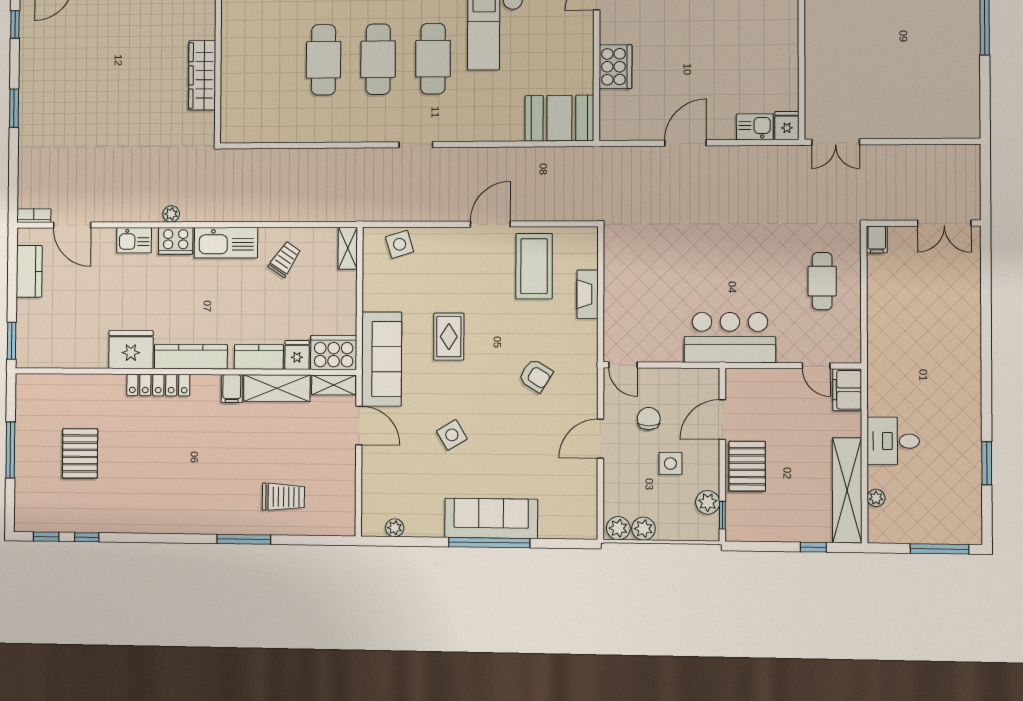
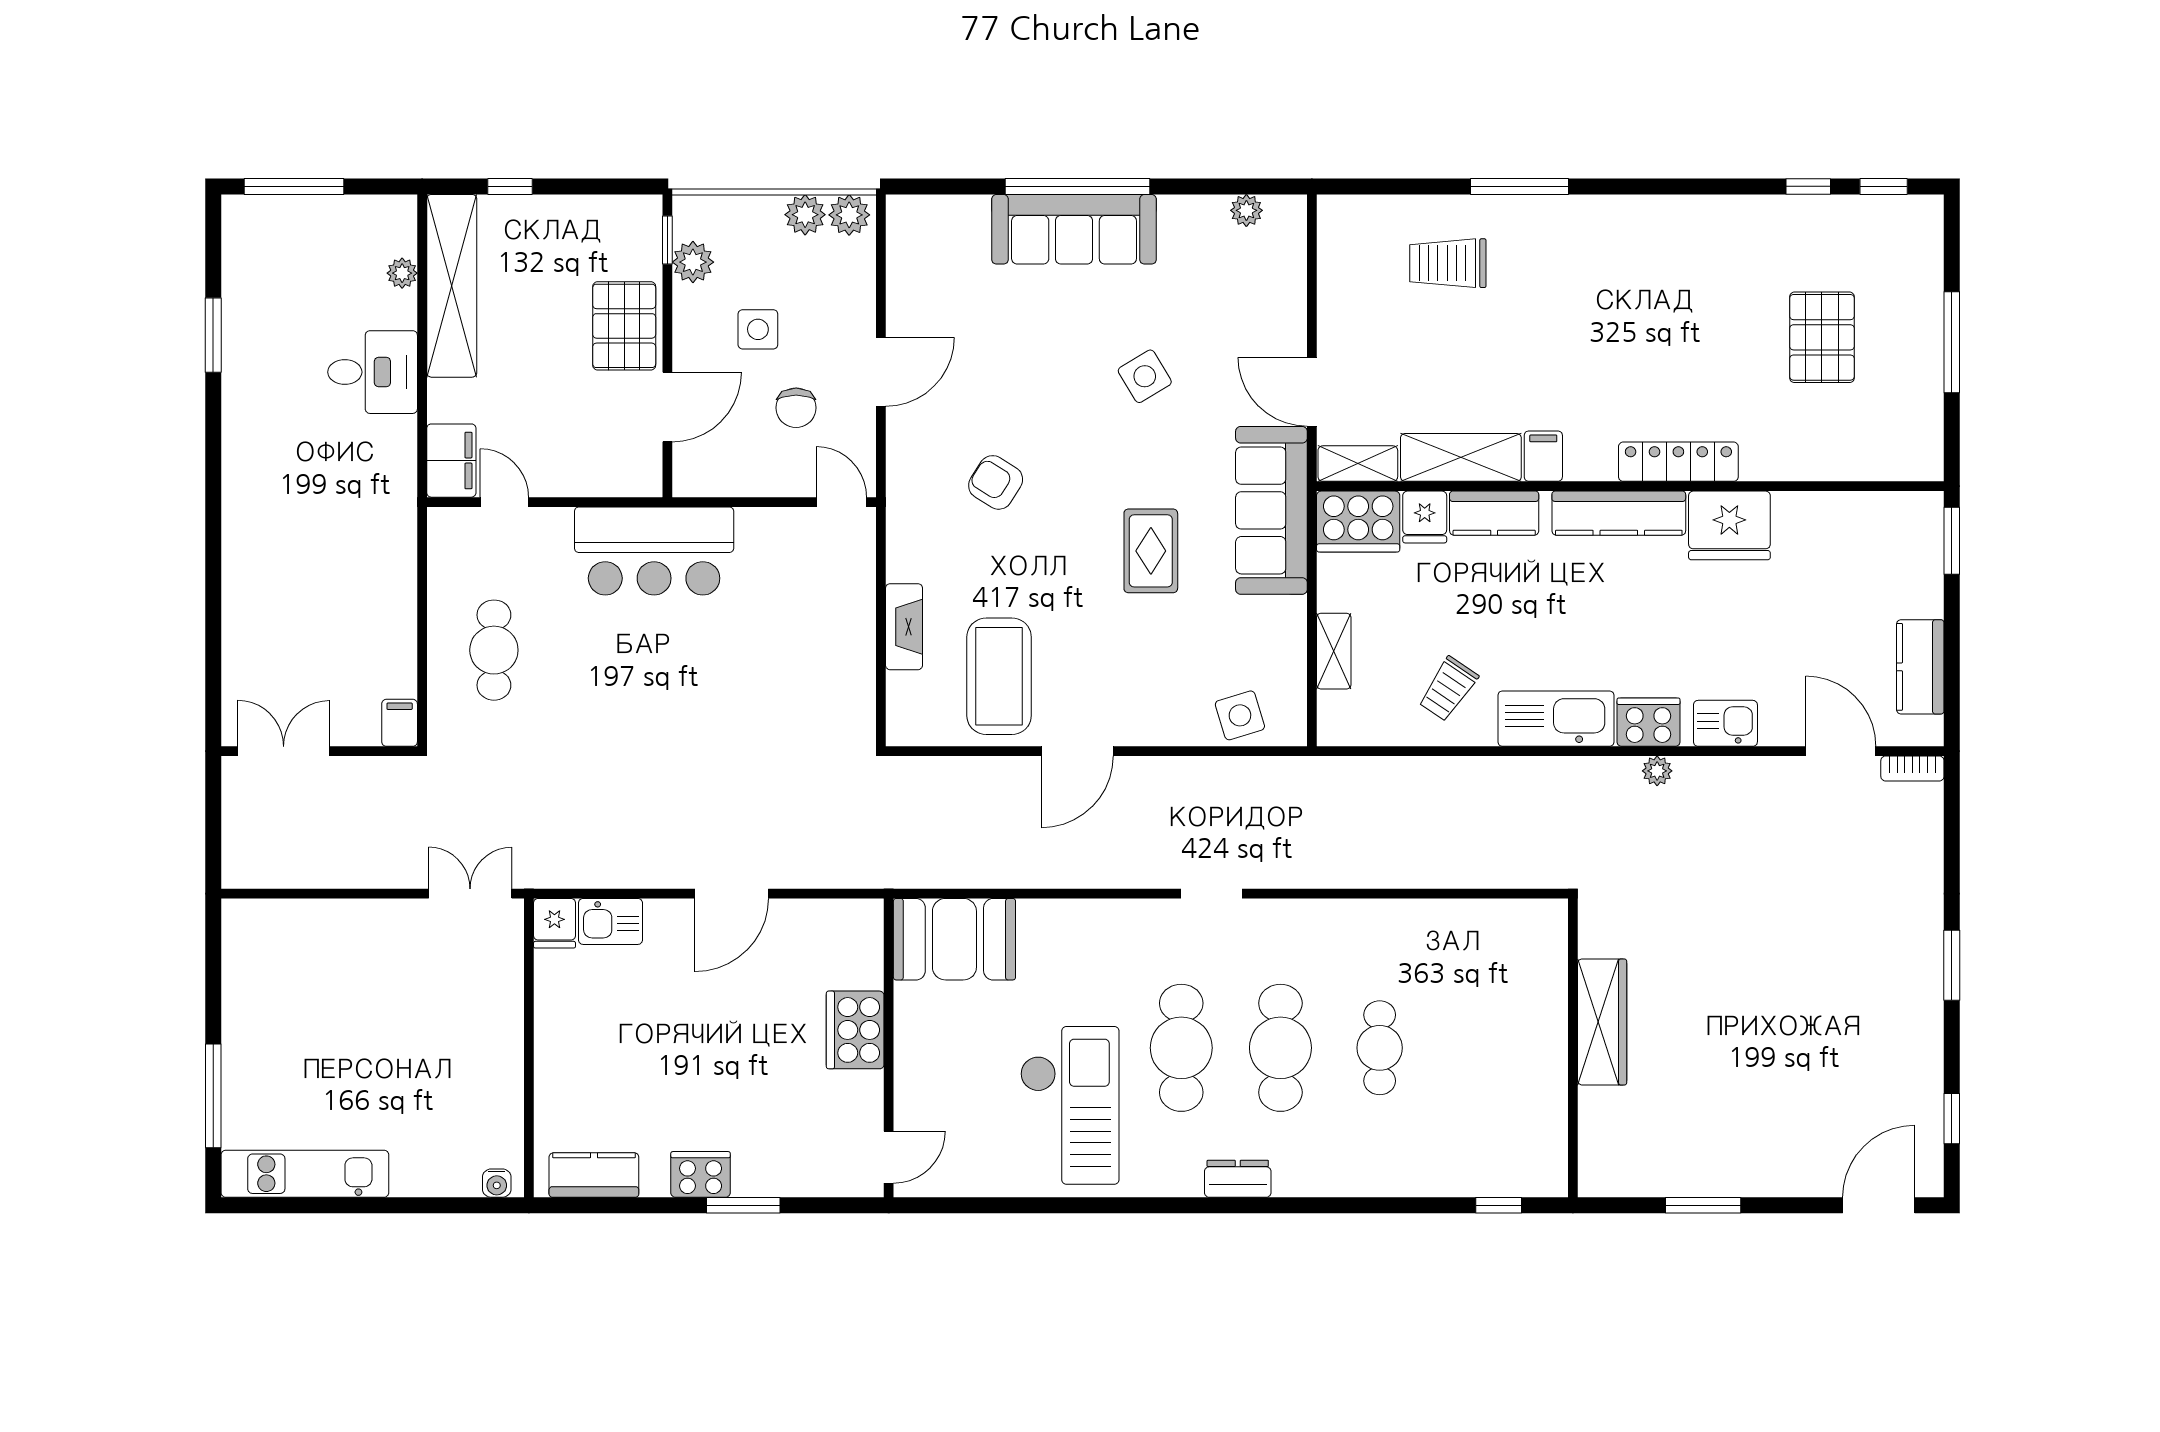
cafe table: (323, 60) -> (1380, 1048), width x0.73, depth x0.74
shelving: (348, 248) -> (1334, 651), moved

